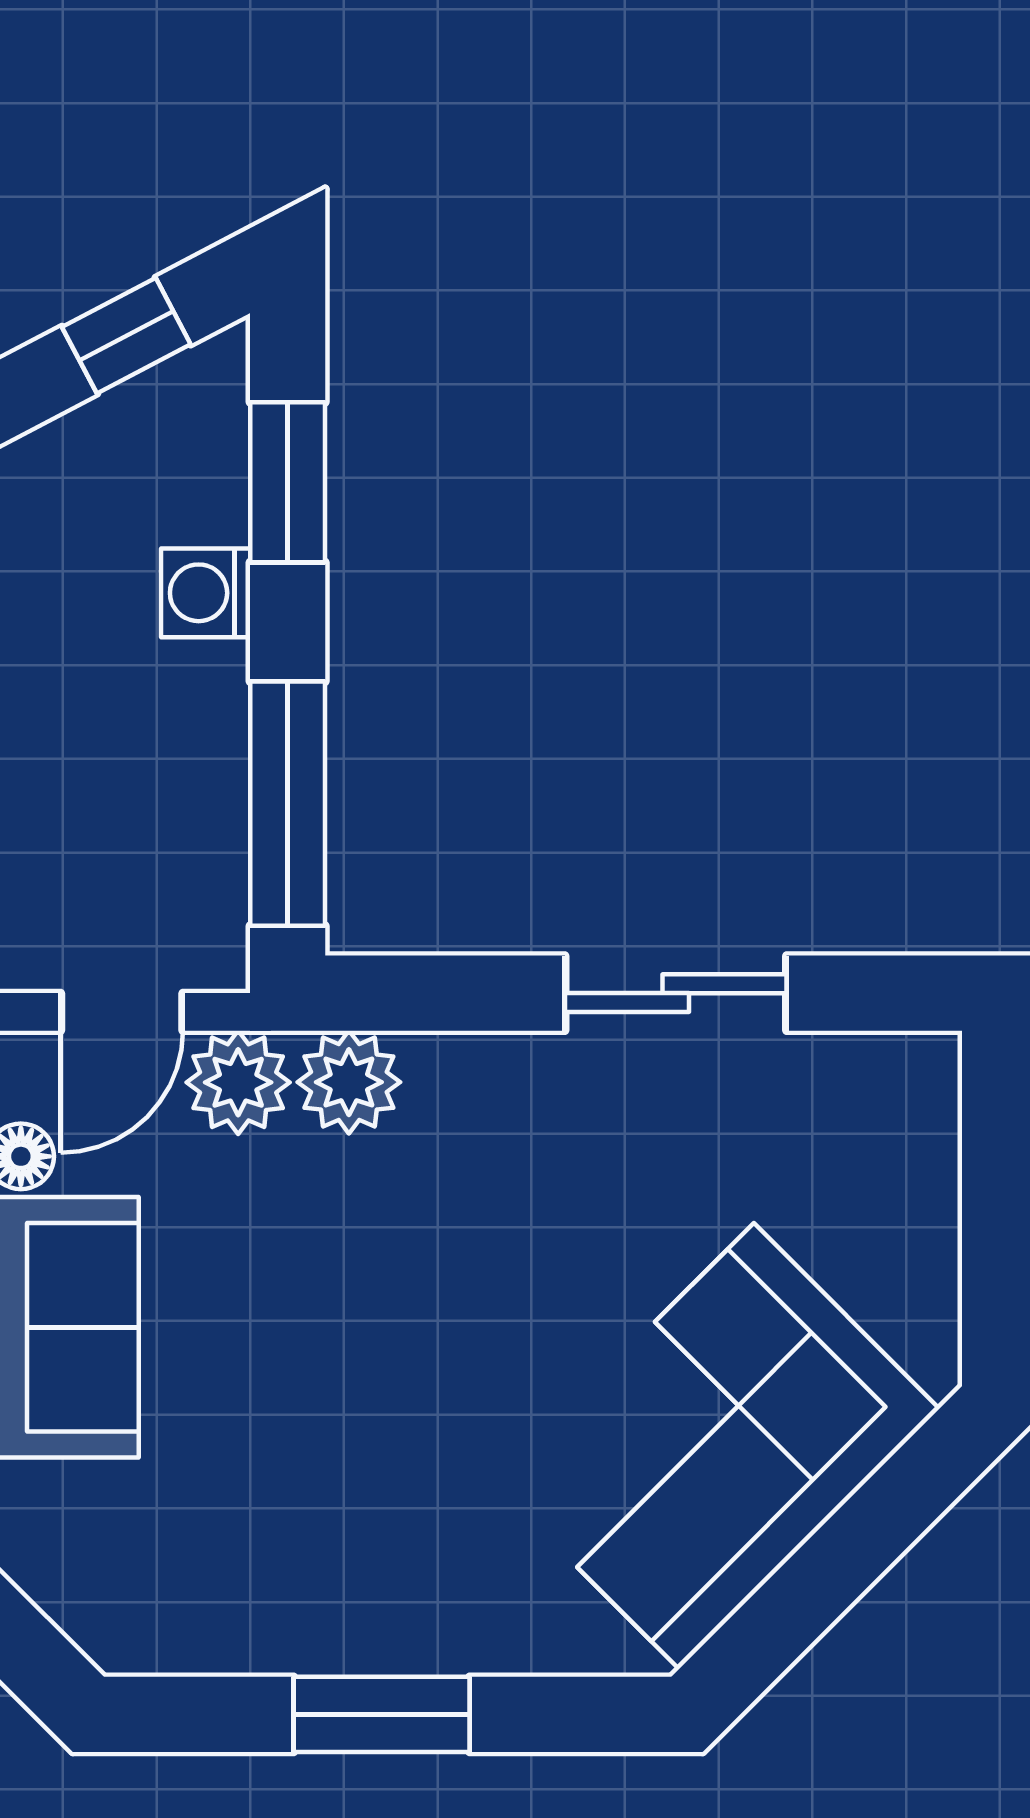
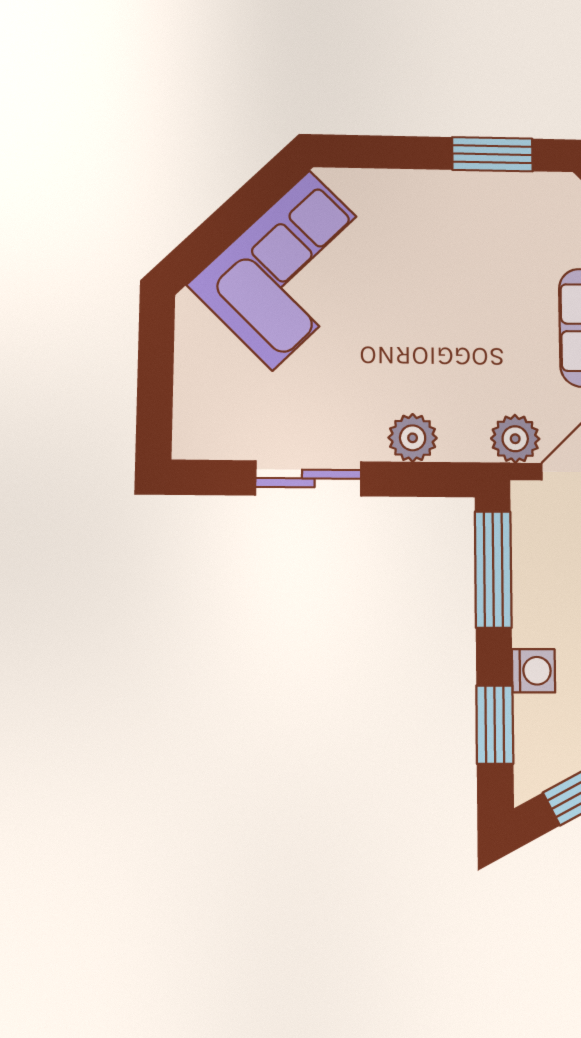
plant: (349, 1082) -> (413, 438), moved
window: (382, 1714) -> (492, 154), moved

